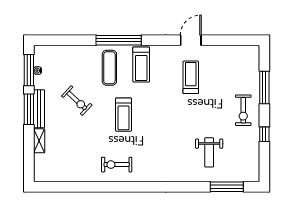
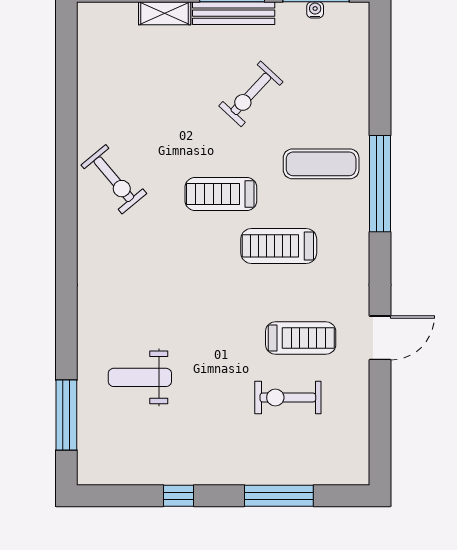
door: (191, 40) -> (380, 338), hinge flipped
treadmill: (141, 64) -> (279, 246), moved
exercise bike: (243, 110) -> (288, 397), moved
exercise bike: (117, 165) -> (114, 179), turned 140

